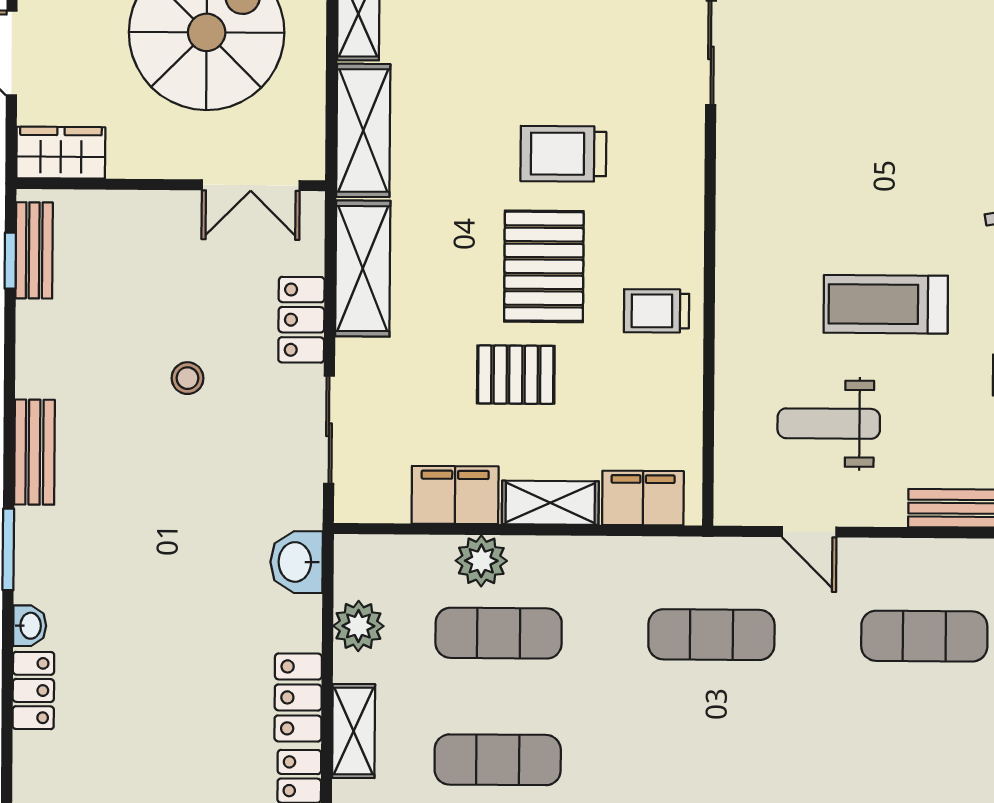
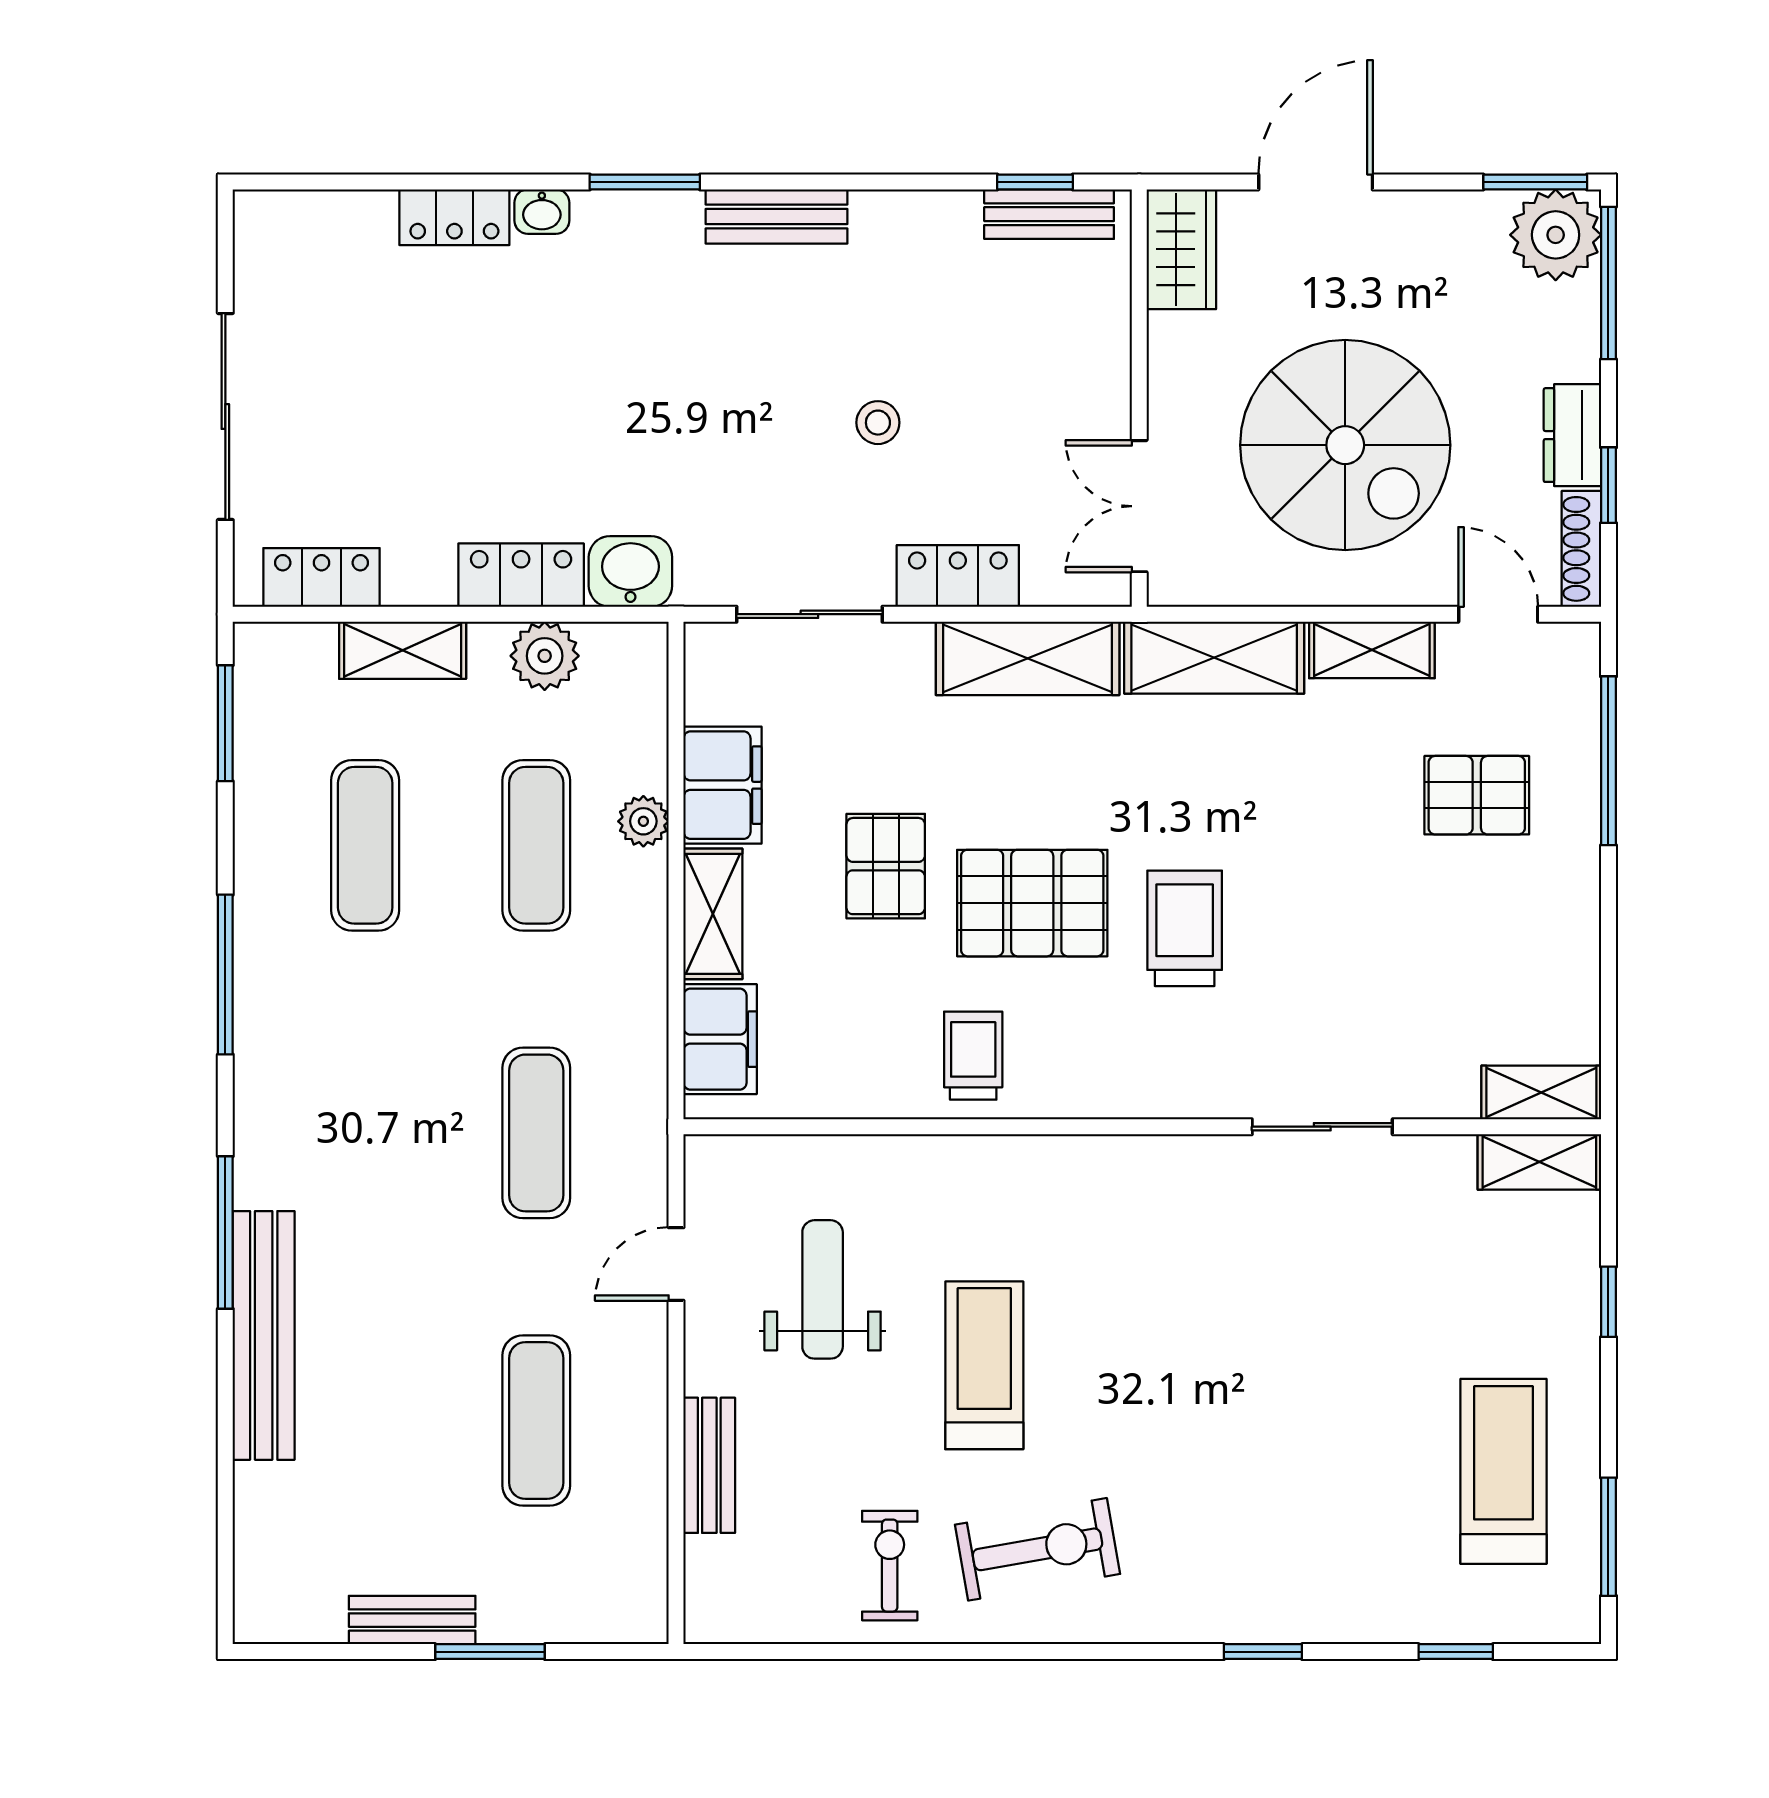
plant: (481, 561) -> (643, 821), width x0.73, depth x0.73
locker: (298, 697) -> (521, 575), moved

